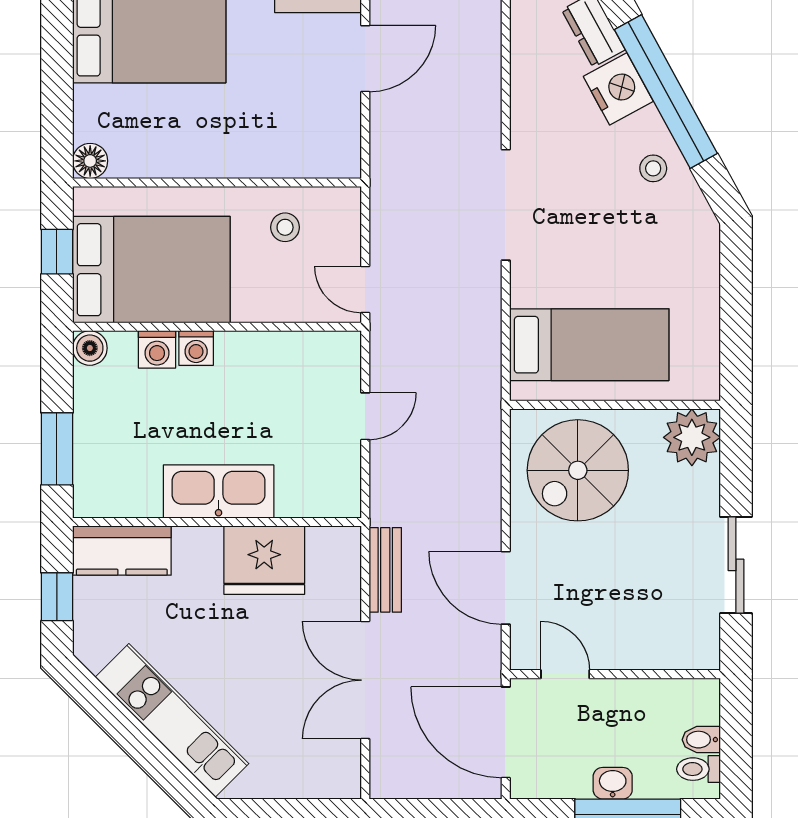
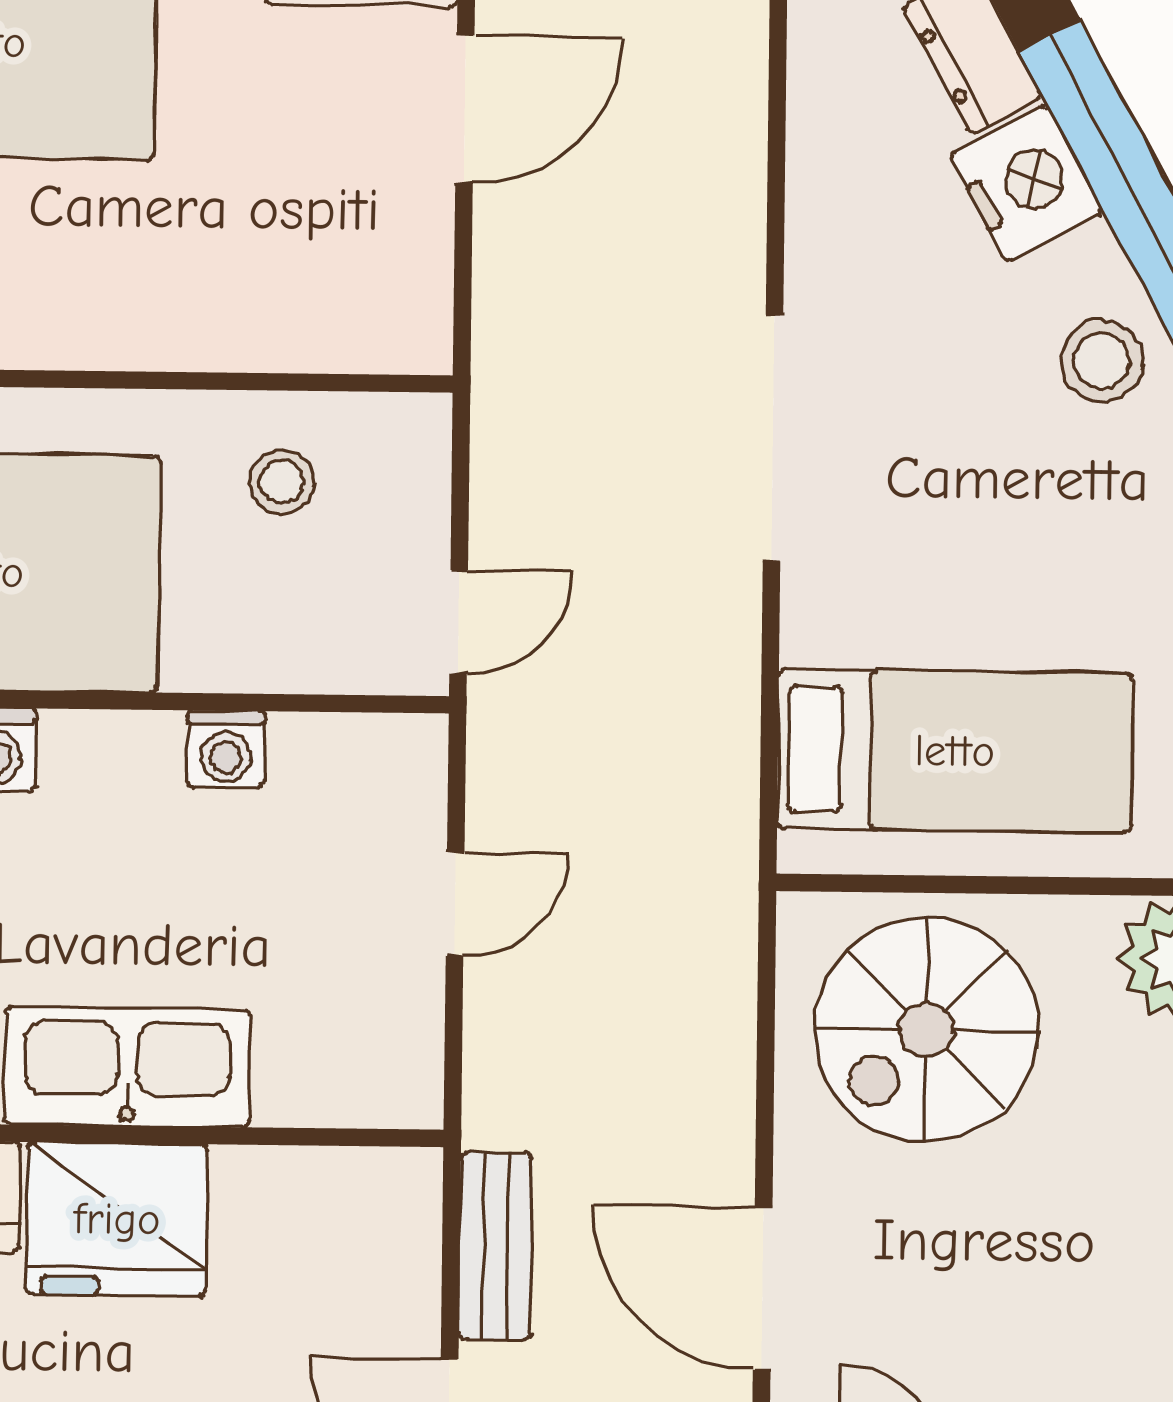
stool: (653, 168) -> (1102, 361), width x1.37, depth x1.37
door: (365, 289) -> (459, 622), swing flipped
washing machine: (196, 348) -> (226, 749), moved
fridge: (264, 560) -> (117, 1219), moved

